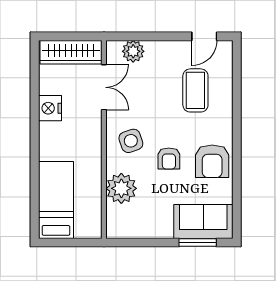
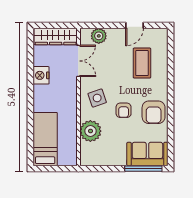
door: (204, 36) -> (134, 25), moved
window: (198, 242) -> (143, 169), width x1.44

